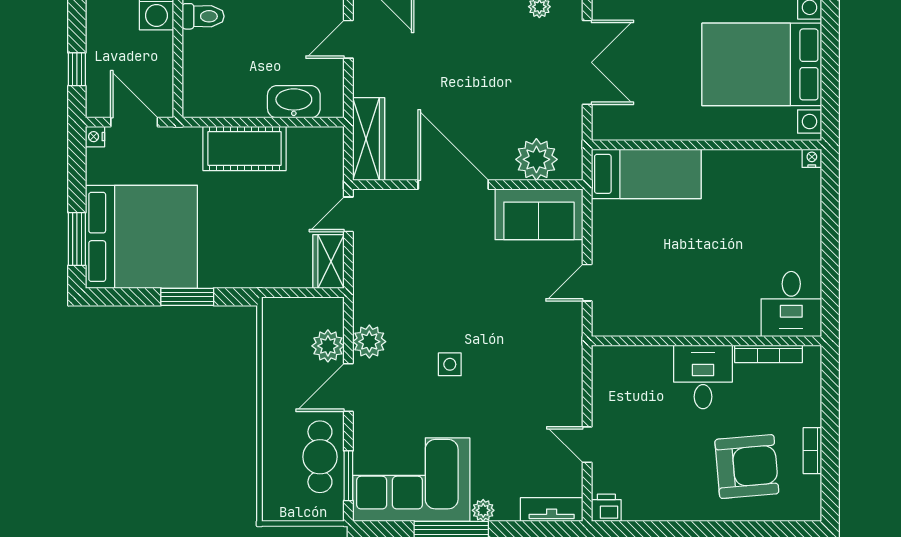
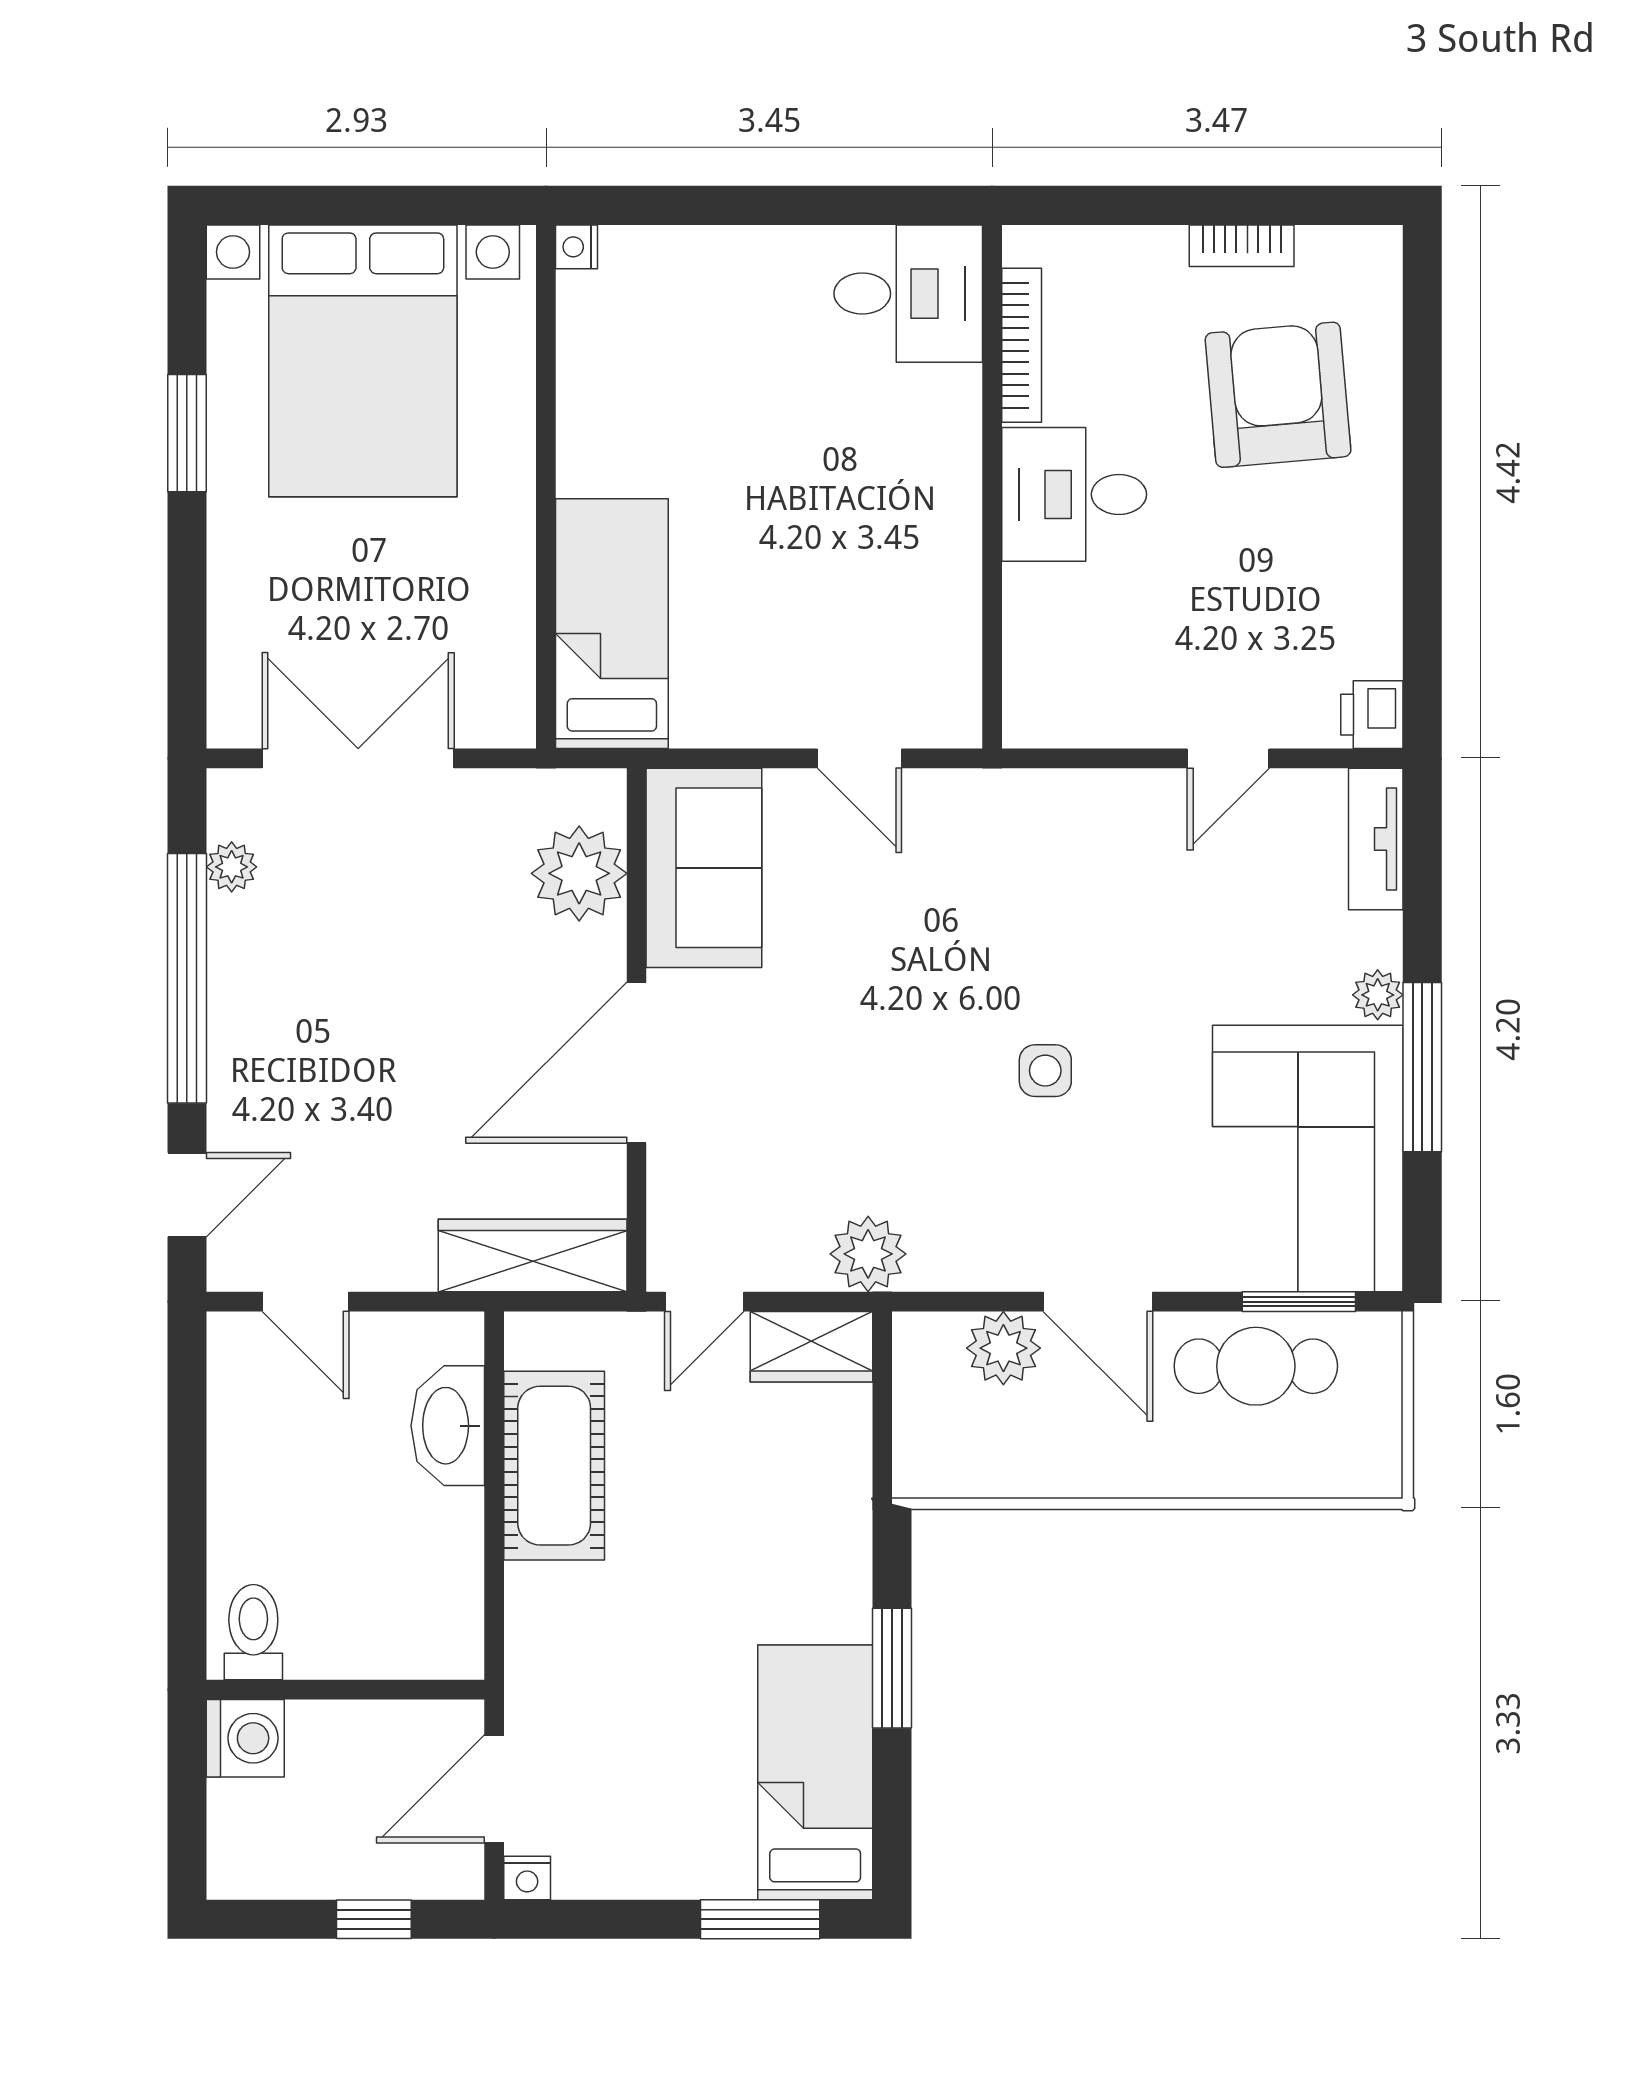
cot: (245, 148) -> (554, 1466), moved
door: (348, 214) -> (704, 1302), hinge flipped
bed: (141, 237) -> (815, 1772), width x0.49
plant: (369, 342) -> (868, 1254), moved

